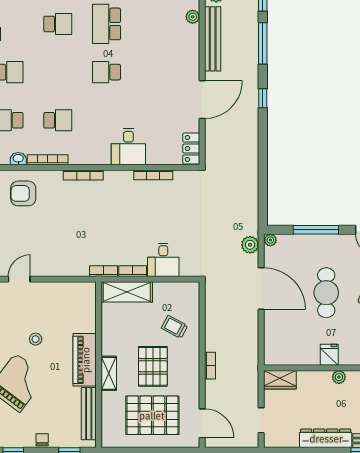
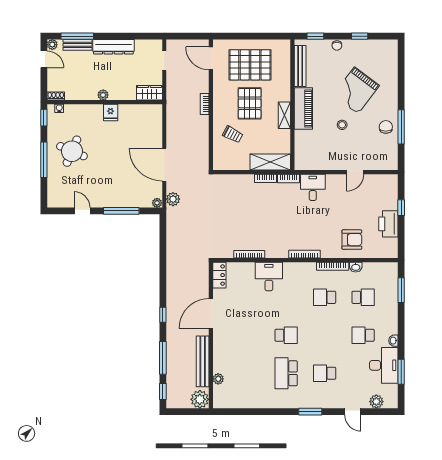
school desk: (107, 24) -> (286, 373), turned 180
desk: (163, 260) -> (313, 187), moved
cafe table: (326, 293) -> (113, 161), removed
shelving: (109, 373) -> (284, 115), moved

